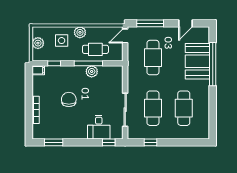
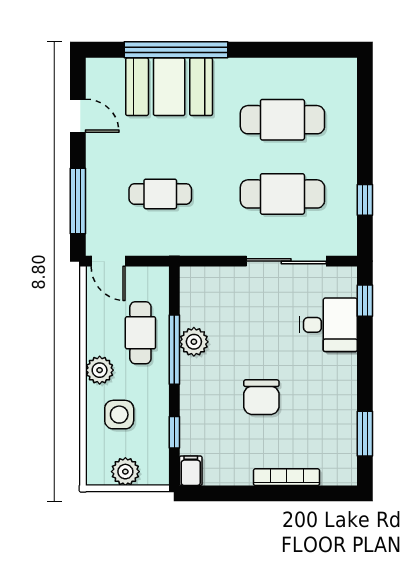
cafe table: (153, 58) -> (160, 194), width x0.73, depth x0.74
chair: (69, 99) -> (261, 397), turned -90

